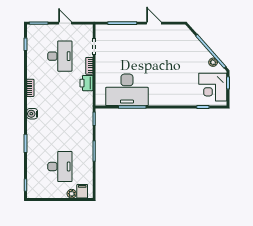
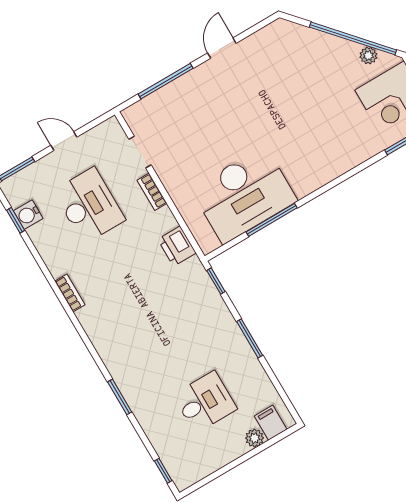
door: (154, 23) -> (222, 48), hinge flipped
printer: (86, 83) -> (177, 246), moved
water cooler: (32, 114) -> (28, 215), moved
desk: (60, 166) -> (205, 402), width x0.73

